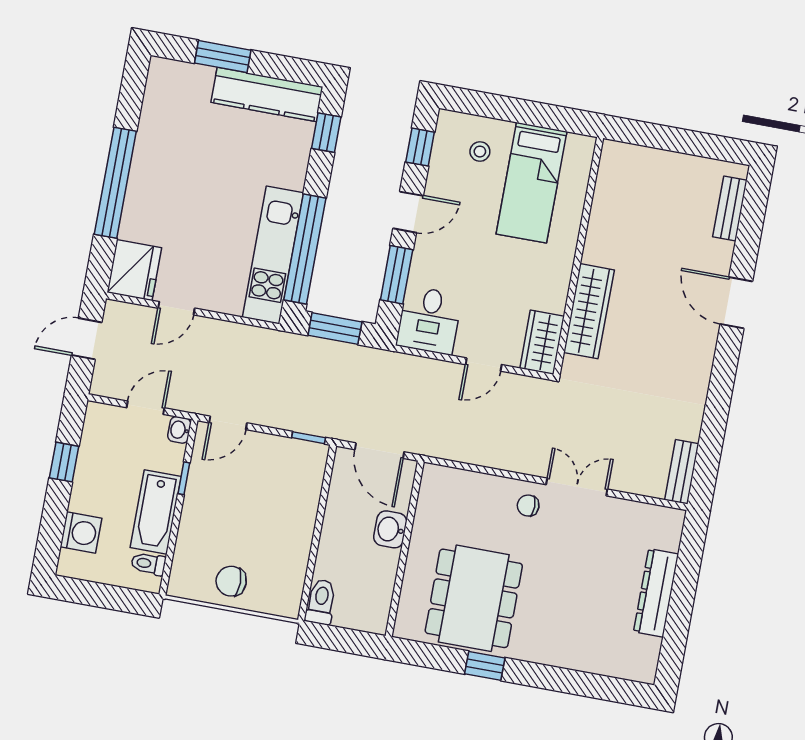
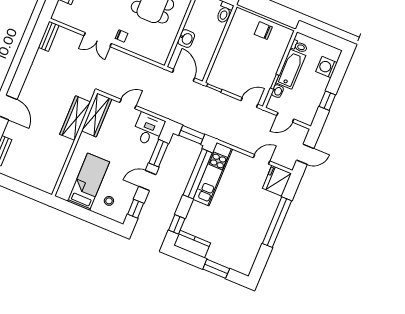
kitchen counter: (267, 95) -> (192, 244), width x0.67
wardrobe: (542, 342) -> (97, 115), width x1.50
washbasin: (179, 430) -> (277, 91), moved
chair: (231, 581) -> (263, 31), turned 180

